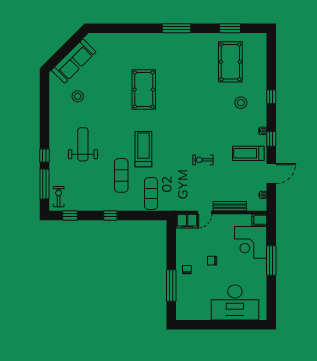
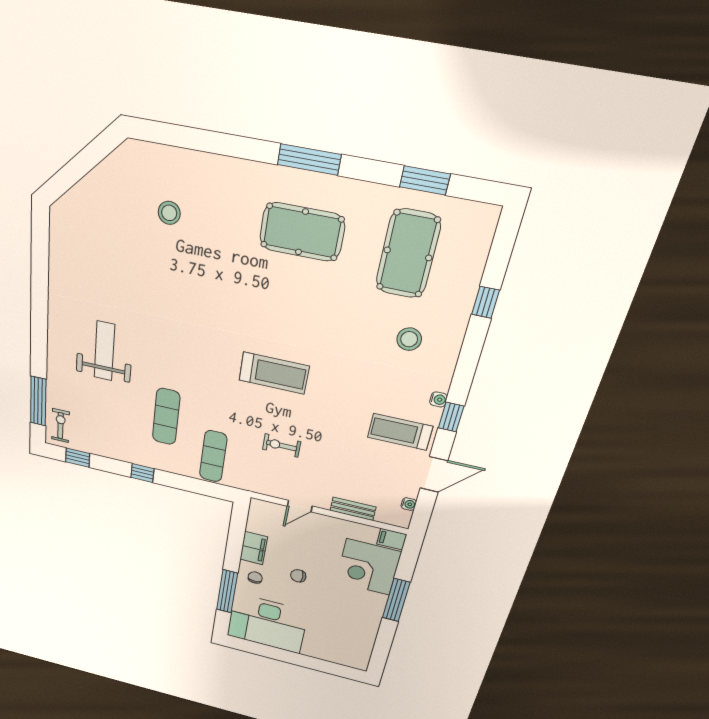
sofa: (74, 61) -> (96, 192), removed
pool table: (144, 90) -> (302, 232), moved, turned 90
stool: (78, 96) -> (169, 213), moved
window: (271, 97) -> (485, 302), moved
treadmill: (143, 149) -> (274, 373), moved, turned 90
window: (45, 155) -> (39, 355), removed
exercise bike: (203, 160) -> (282, 446), moved
bench: (230, 206) -> (353, 509), width x0.73
filing cabinet: (187, 221) -> (254, 548), moved, turned -90
desk: (235, 302) -> (267, 623), moved

